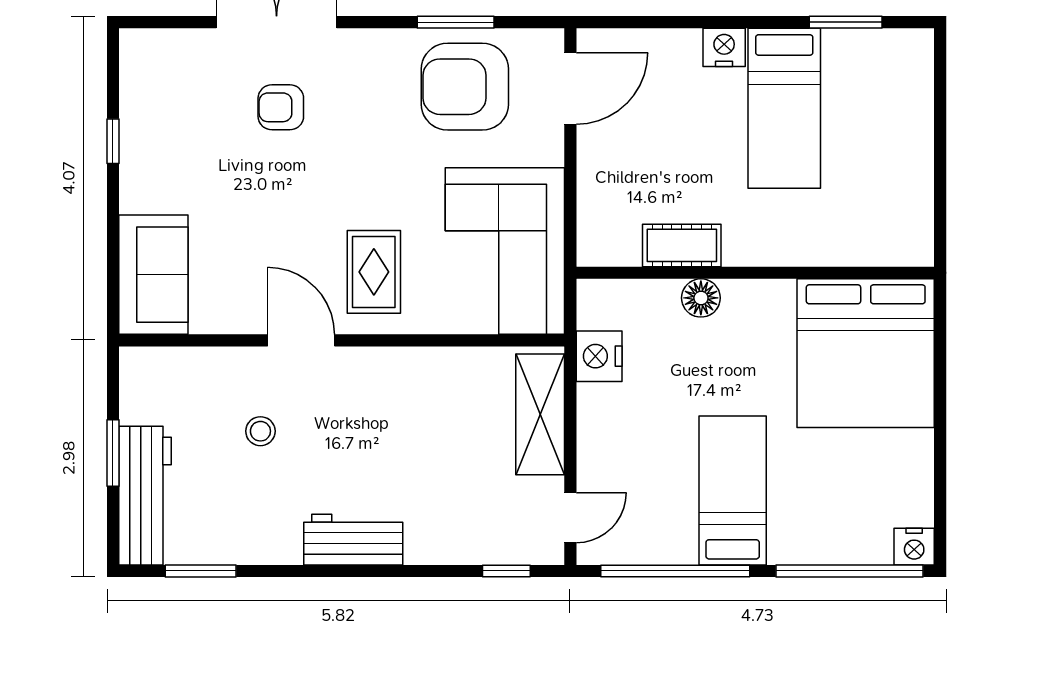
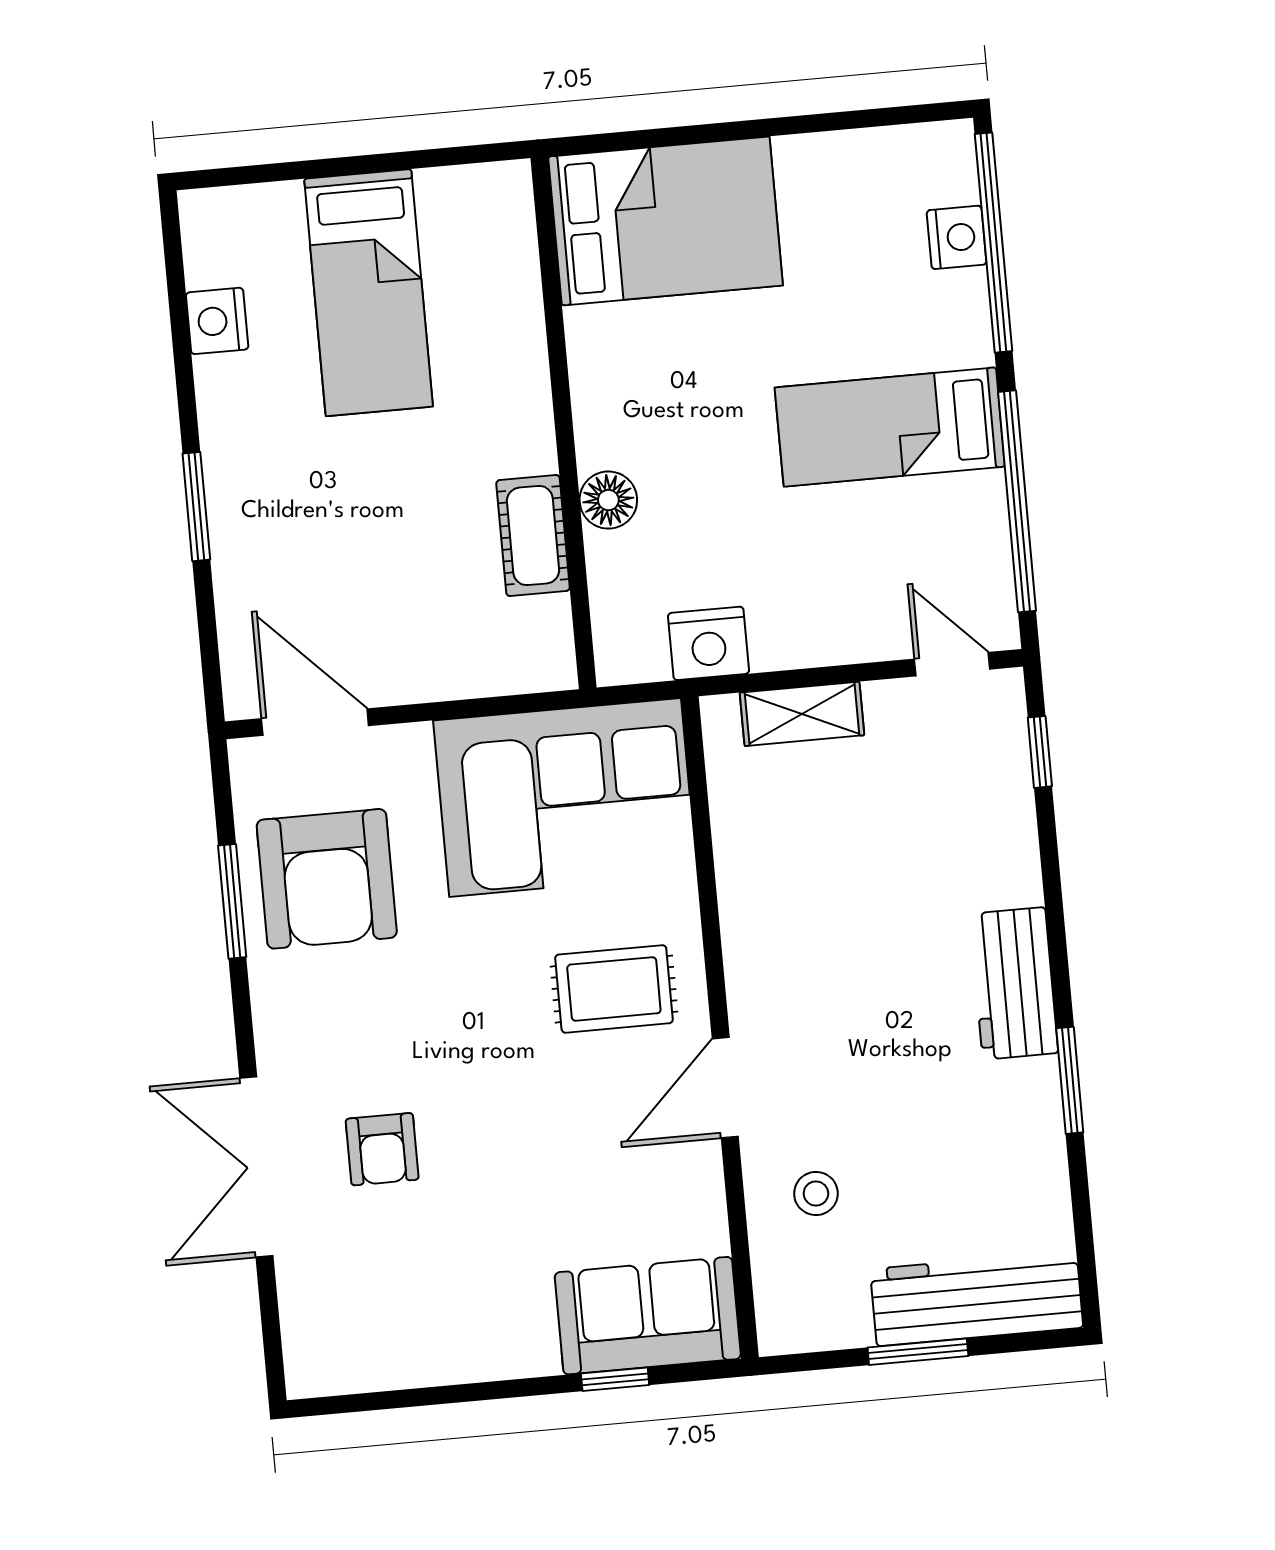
window: (846, 22) -> (196, 507), moved
nightstand: (724, 47) -> (217, 321), moved
bed: (784, 108) -> (368, 293), moved, turned 90
window: (113, 141) -> (615, 1379), moved
bed: (866, 353) -> (666, 221), width x0.73
shelving: (540, 414) -> (802, 714), width x0.67, depth x0.75
stool: (260, 431) -> (816, 1193), moved
nightstand: (914, 547) -> (957, 237), moved
window: (201, 571) -> (1070, 1080), moved

